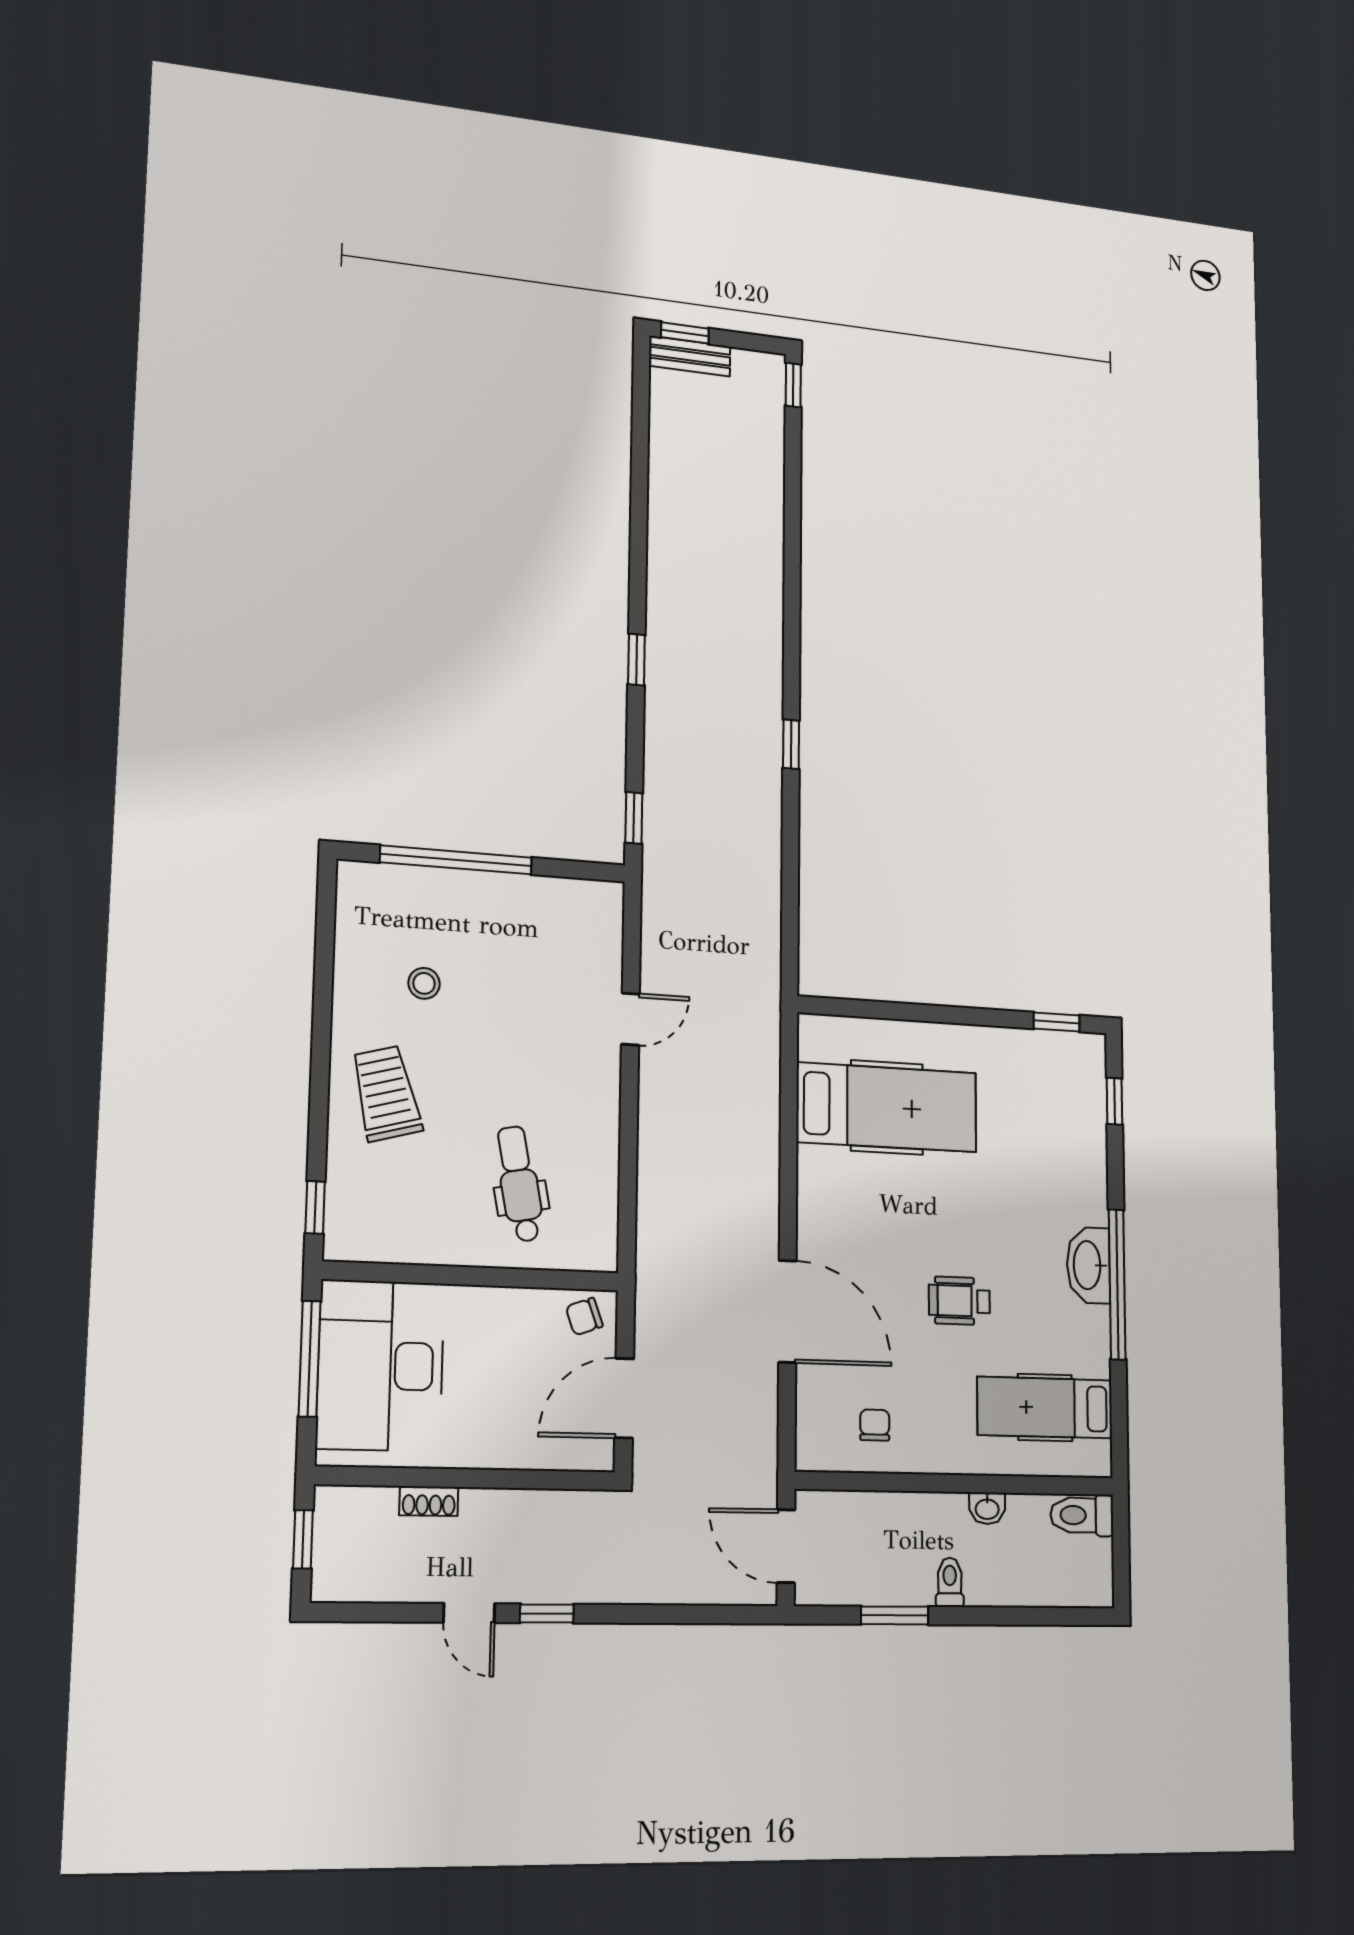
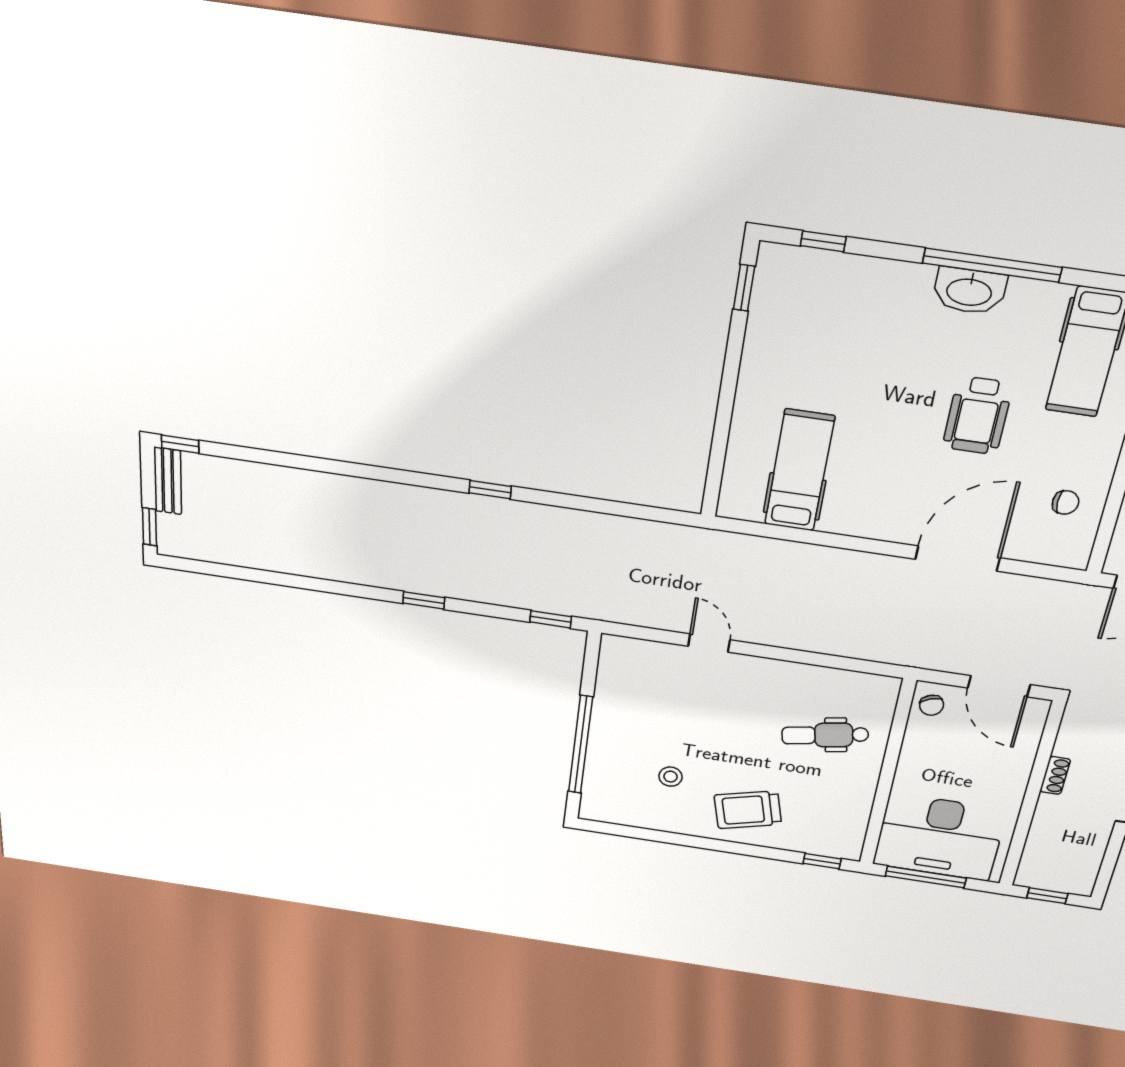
bench: (690, 356) -> (168, 481), moved
hospital bed: (887, 1107) -> (799, 471), width x0.73, depth x0.78
wheelchair: (959, 1301) -> (977, 416), width x1.36, depth x1.37
chair: (875, 1425) -> (1066, 502), turned 180
shoe rack: (429, 1501) -> (1055, 775), moved

